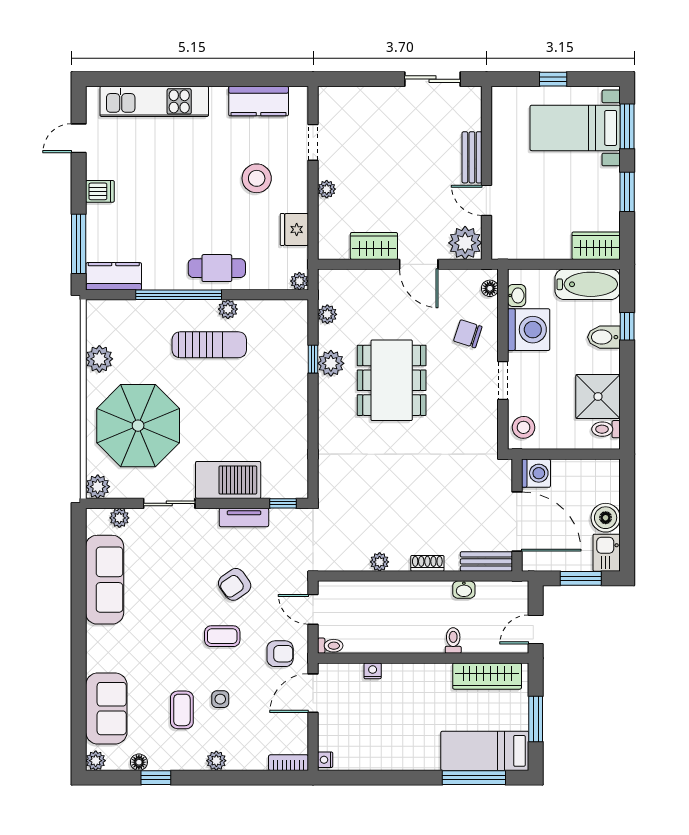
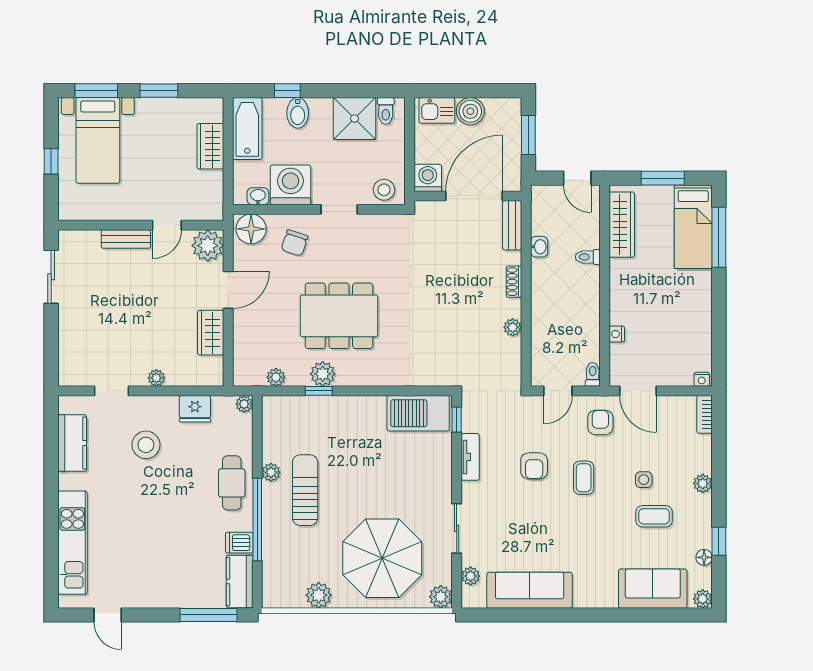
dishwasher: (100, 191) -> (239, 543), moved, turned -90
wardrobe: (596, 246) -> (210, 146), moved
floor lamp: (490, 288) -> (251, 229), width x1.89, depth x1.89
barbecue: (228, 480) -> (418, 413), moved, turned -90
kitchen sink: (607, 553) -> (437, 110), moved
armchair: (235, 584) -> (534, 466), turned 35

